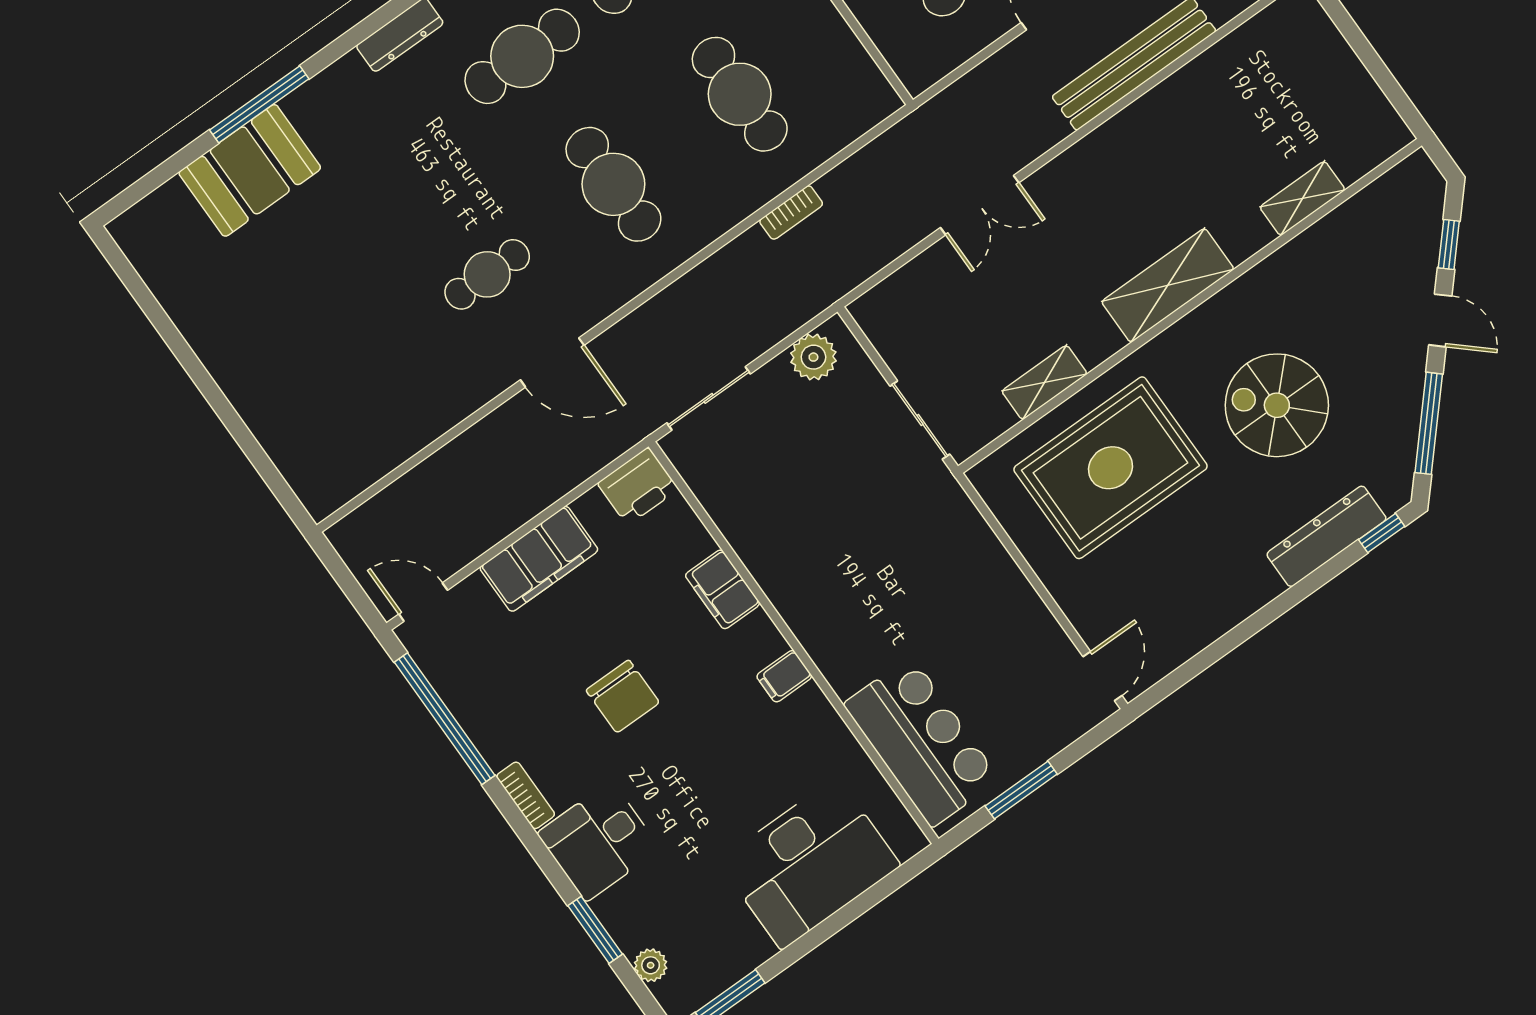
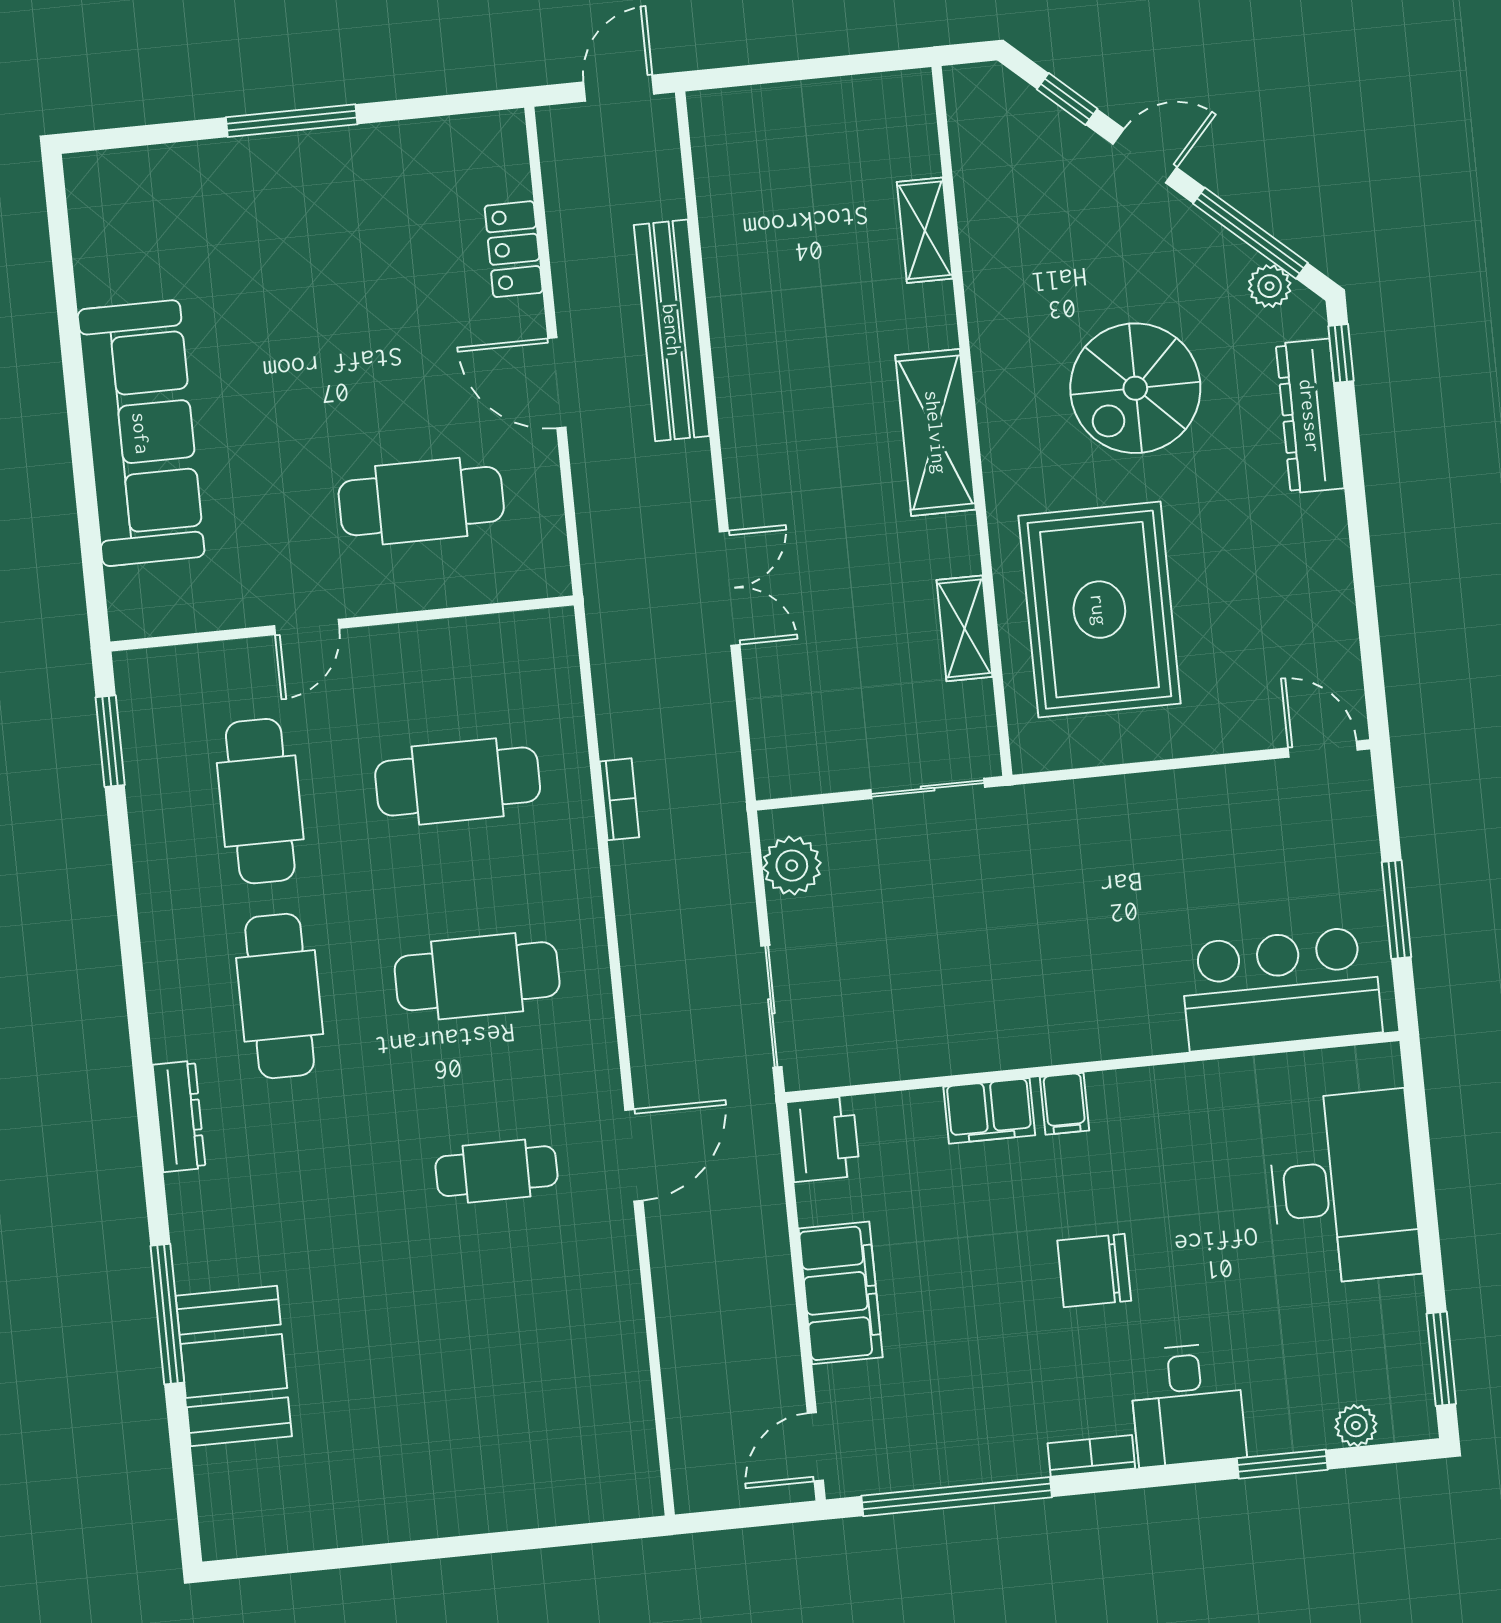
cafe table: (487, 274) -> (497, 1171), turned 90
plant: (1400, 457) -> (1270, 286), added
filing cabinet: (784, 676) -> (1065, 1104), moved
chair: (623, 696) -> (1094, 1271), moved, turned 180

